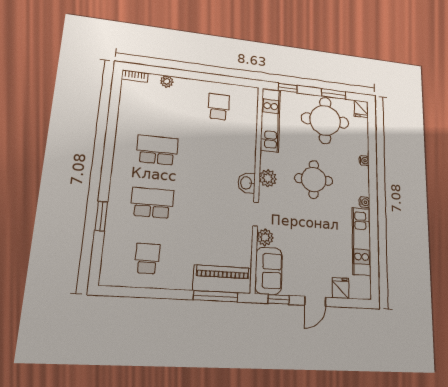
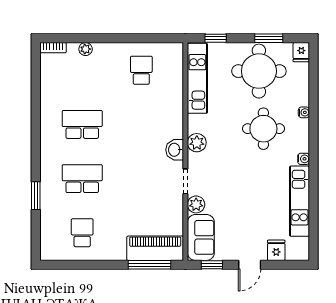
round table: (314, 179) -> (263, 129), moved

